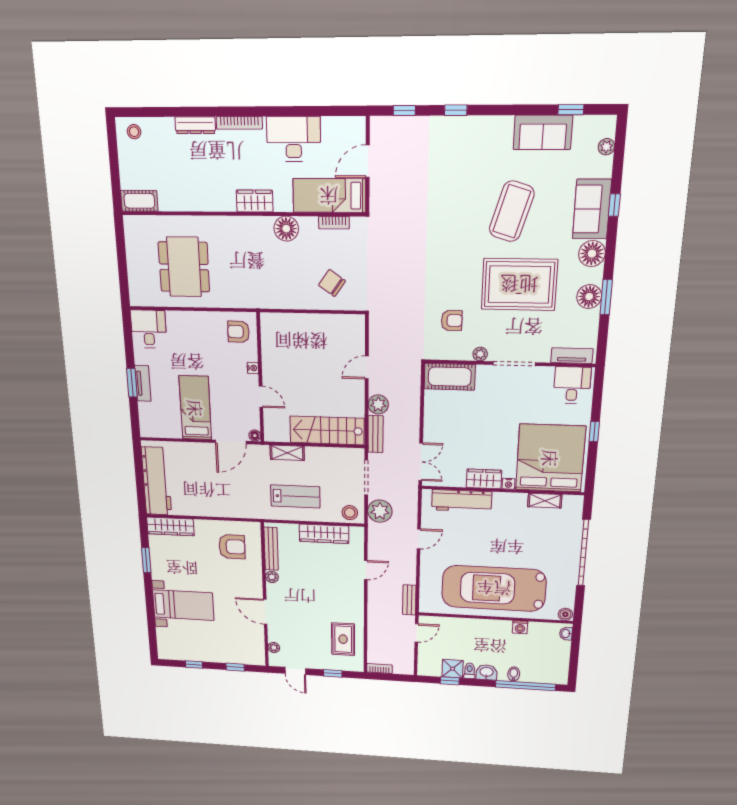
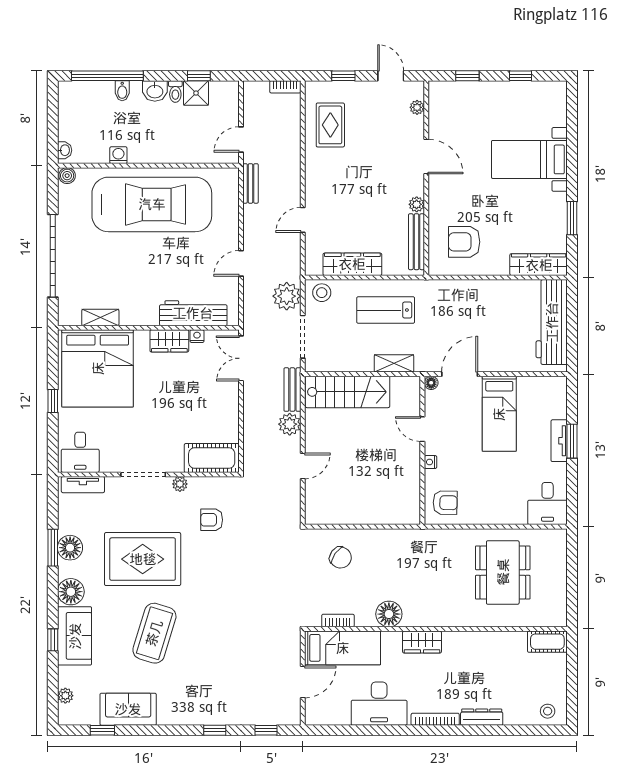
nightstand: (509, 484) -> (197, 336), moved

